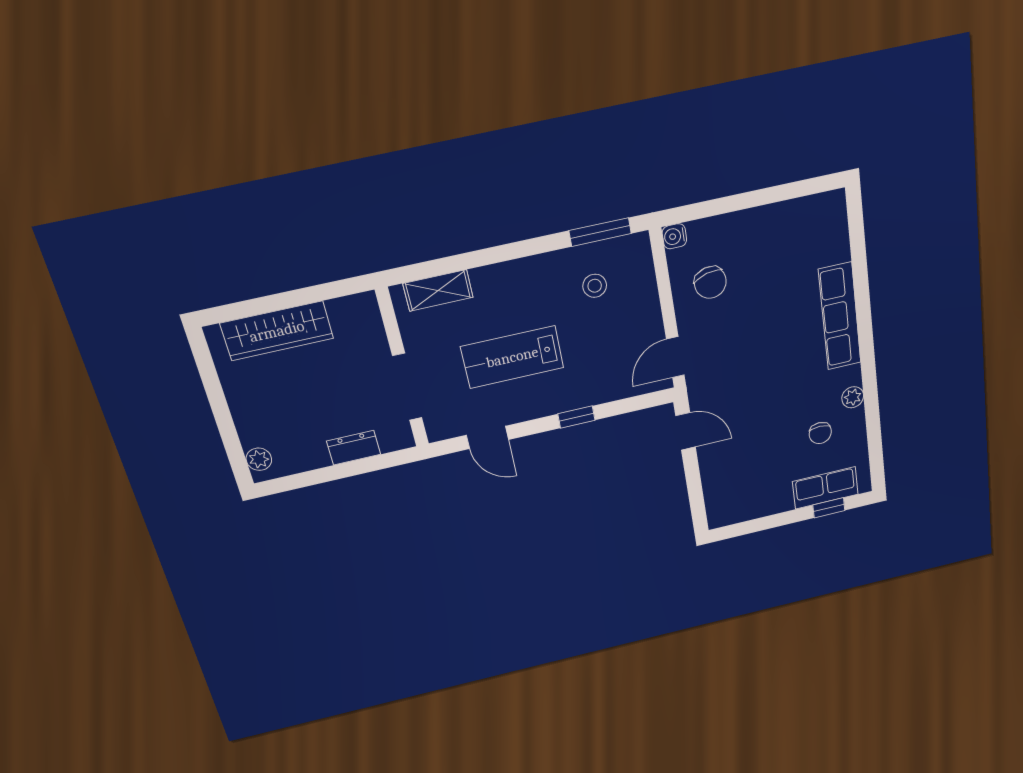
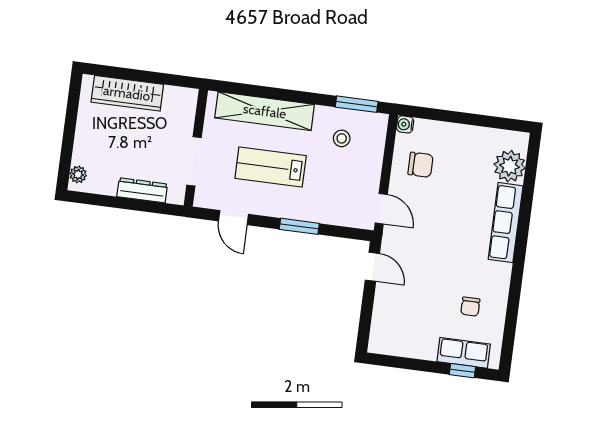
chair: (710, 282) -> (421, 165), turned -76
shelving: (438, 290) -> (265, 111), width x2.20, depth x1.33
door: (675, 357) -> (381, 209), swing flipped
plant: (853, 397) -> (510, 166), moved, width x1.88, depth x1.88
window: (576, 417) -> (299, 226), width x1.50
dresser: (354, 448) -> (142, 190), width x1.44

